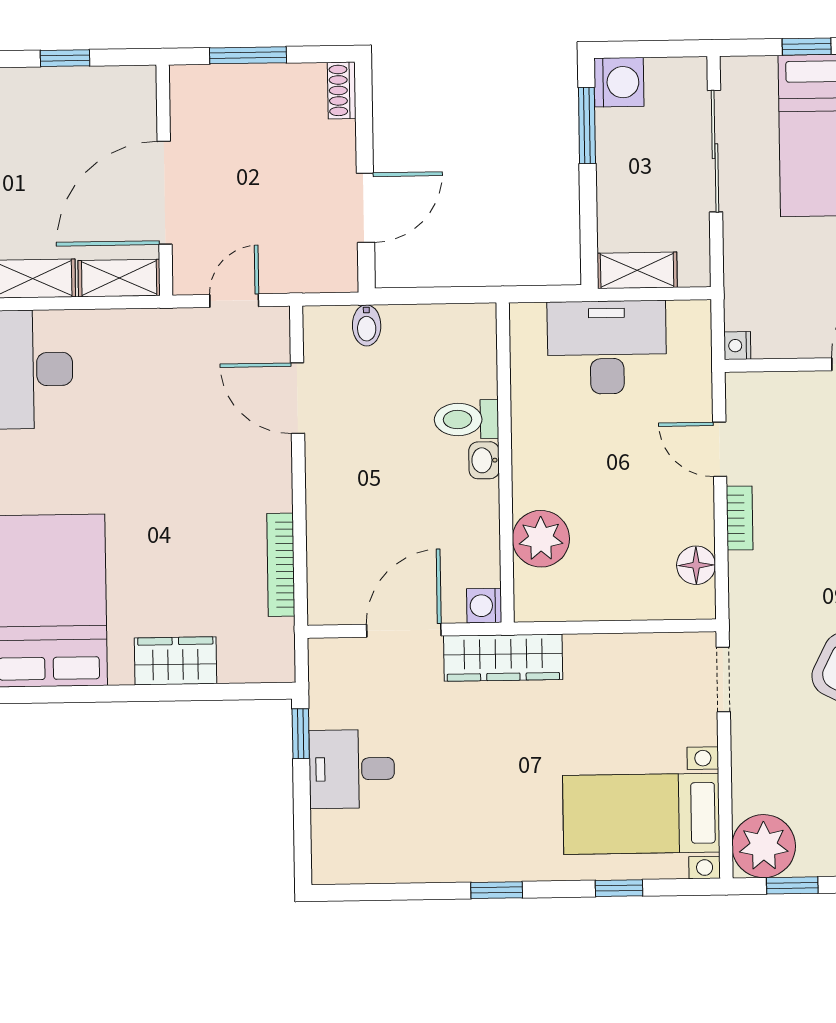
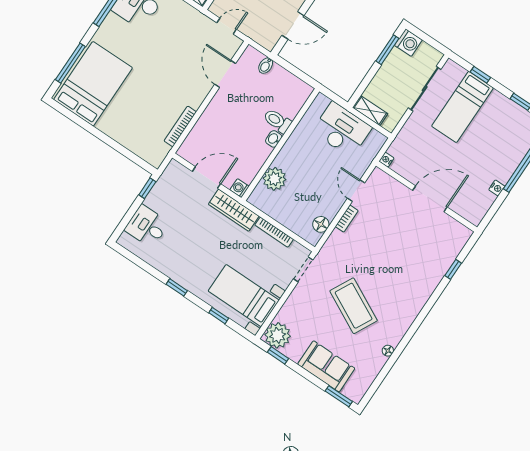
bookcase: (614, 645) -> (274, 232), added
wardrobe: (176, 661) -> (122, 134), removed
desk: (352, 769) -> (147, 226), moved

